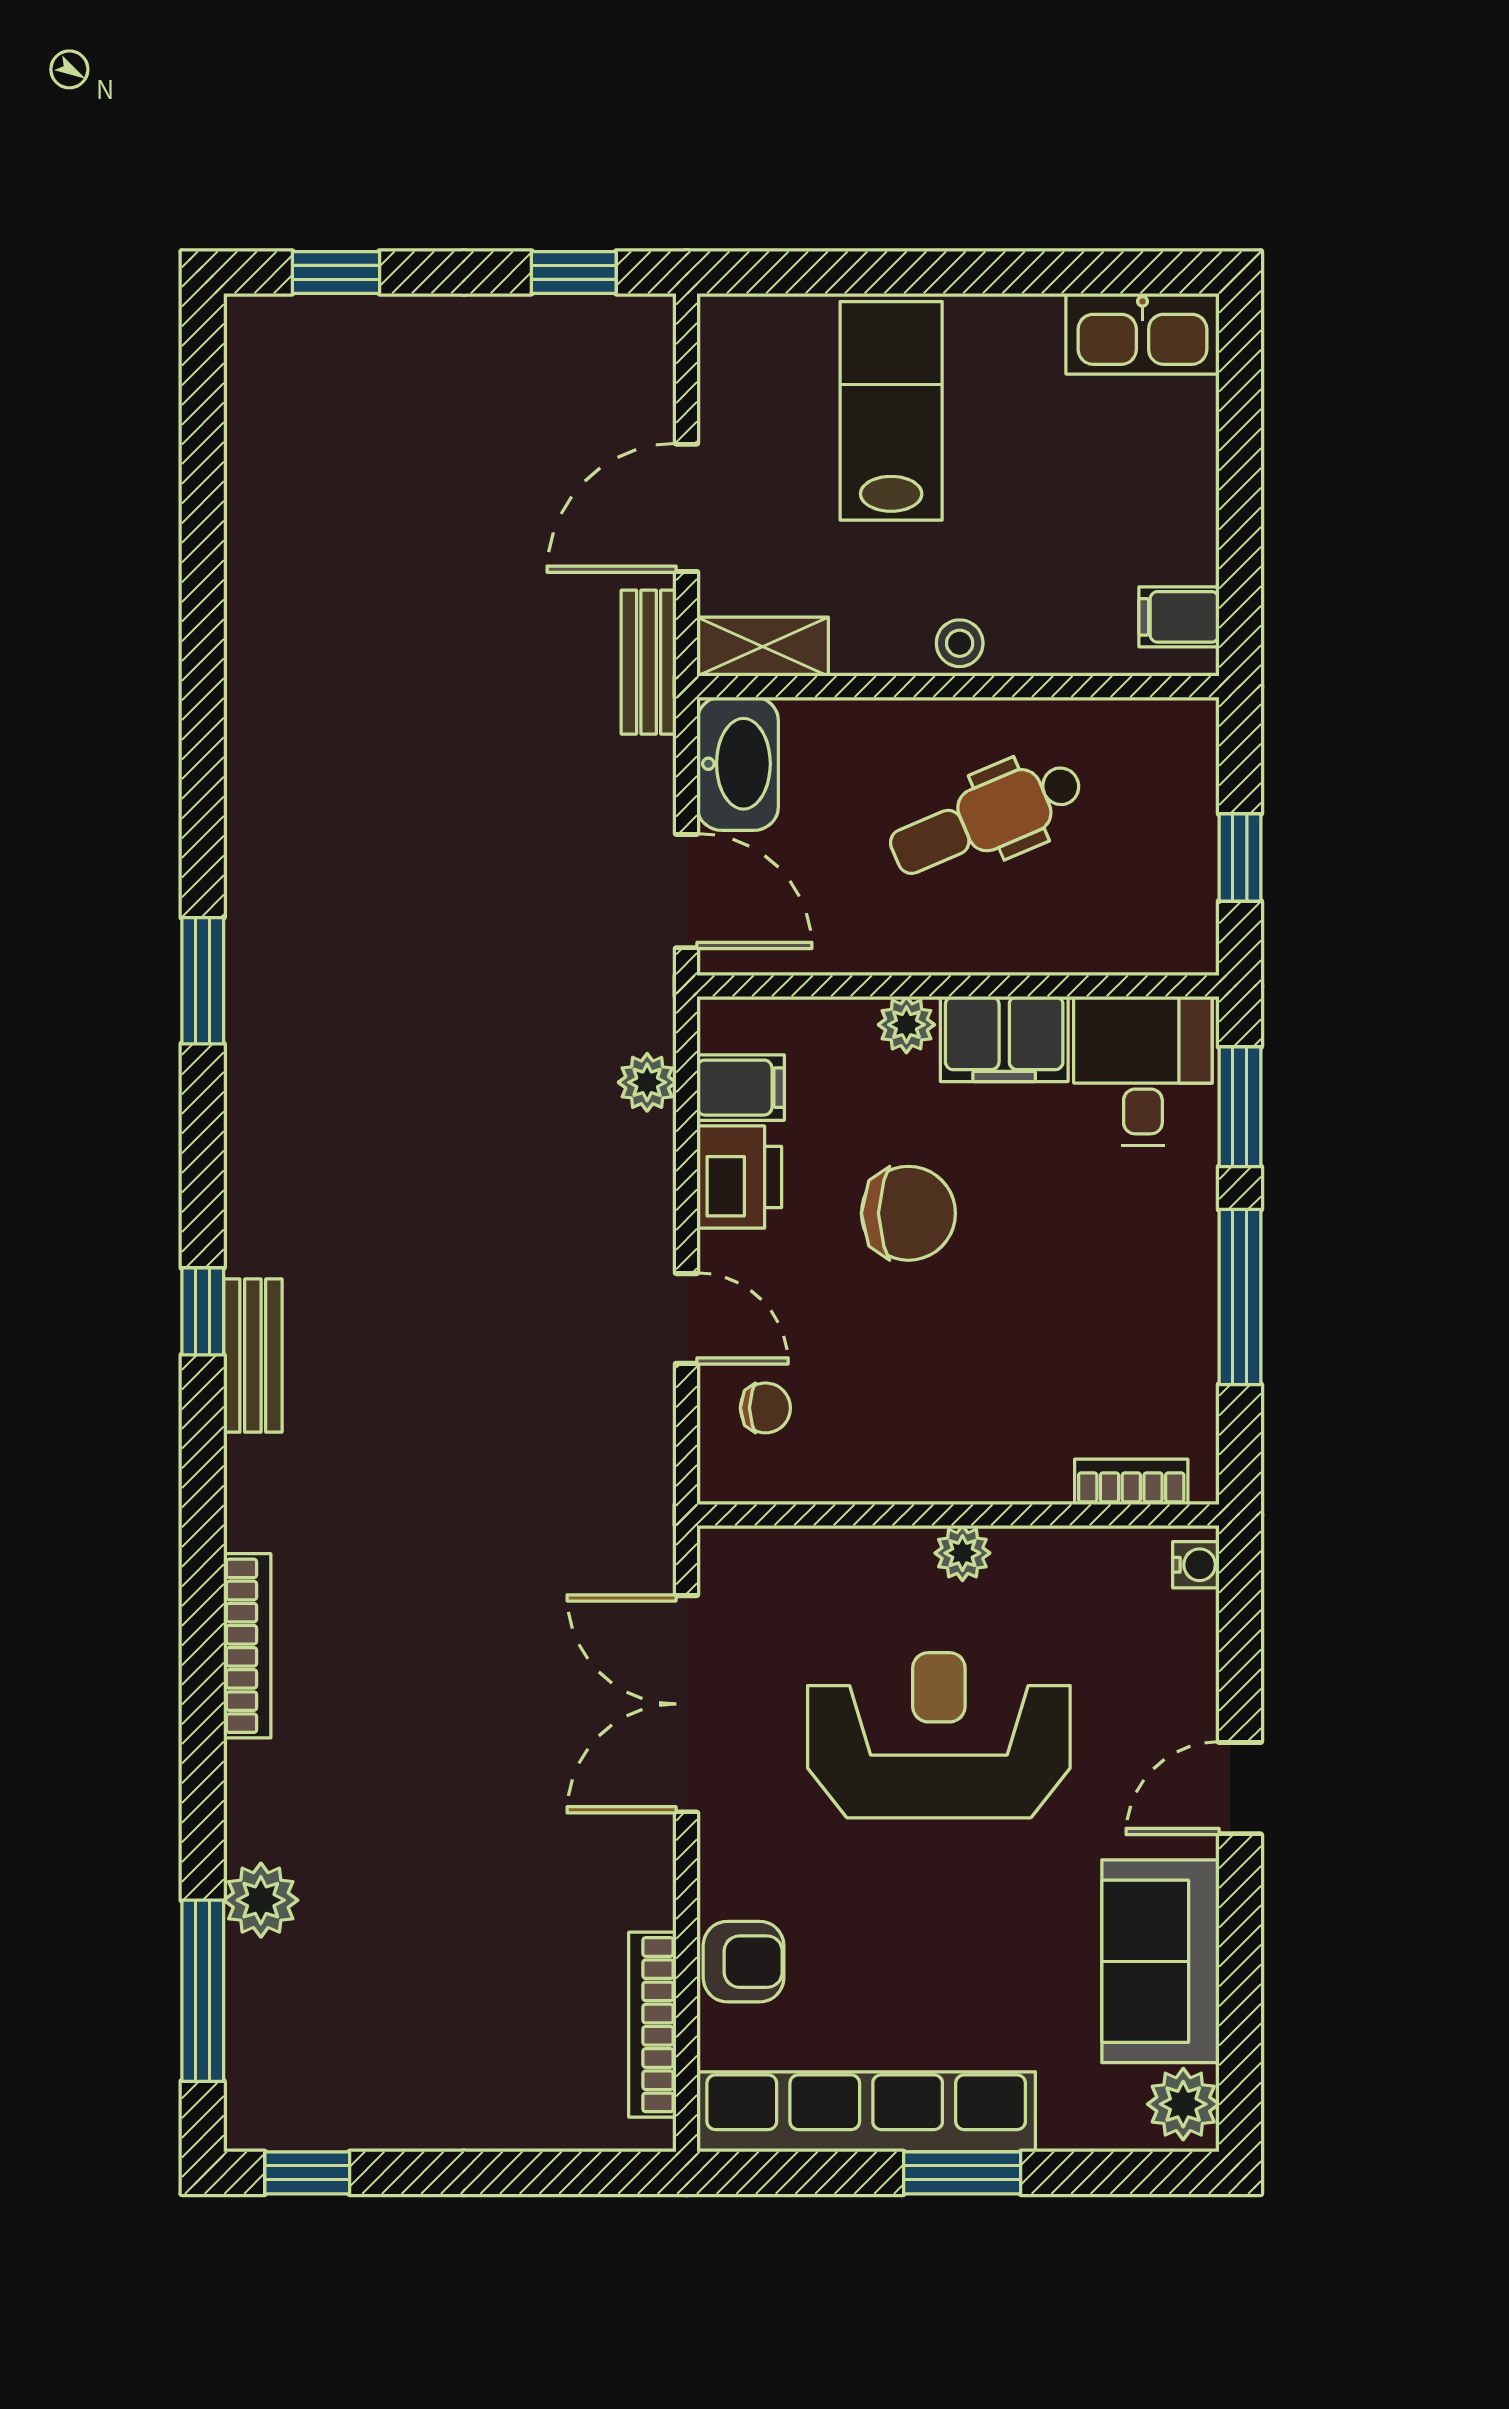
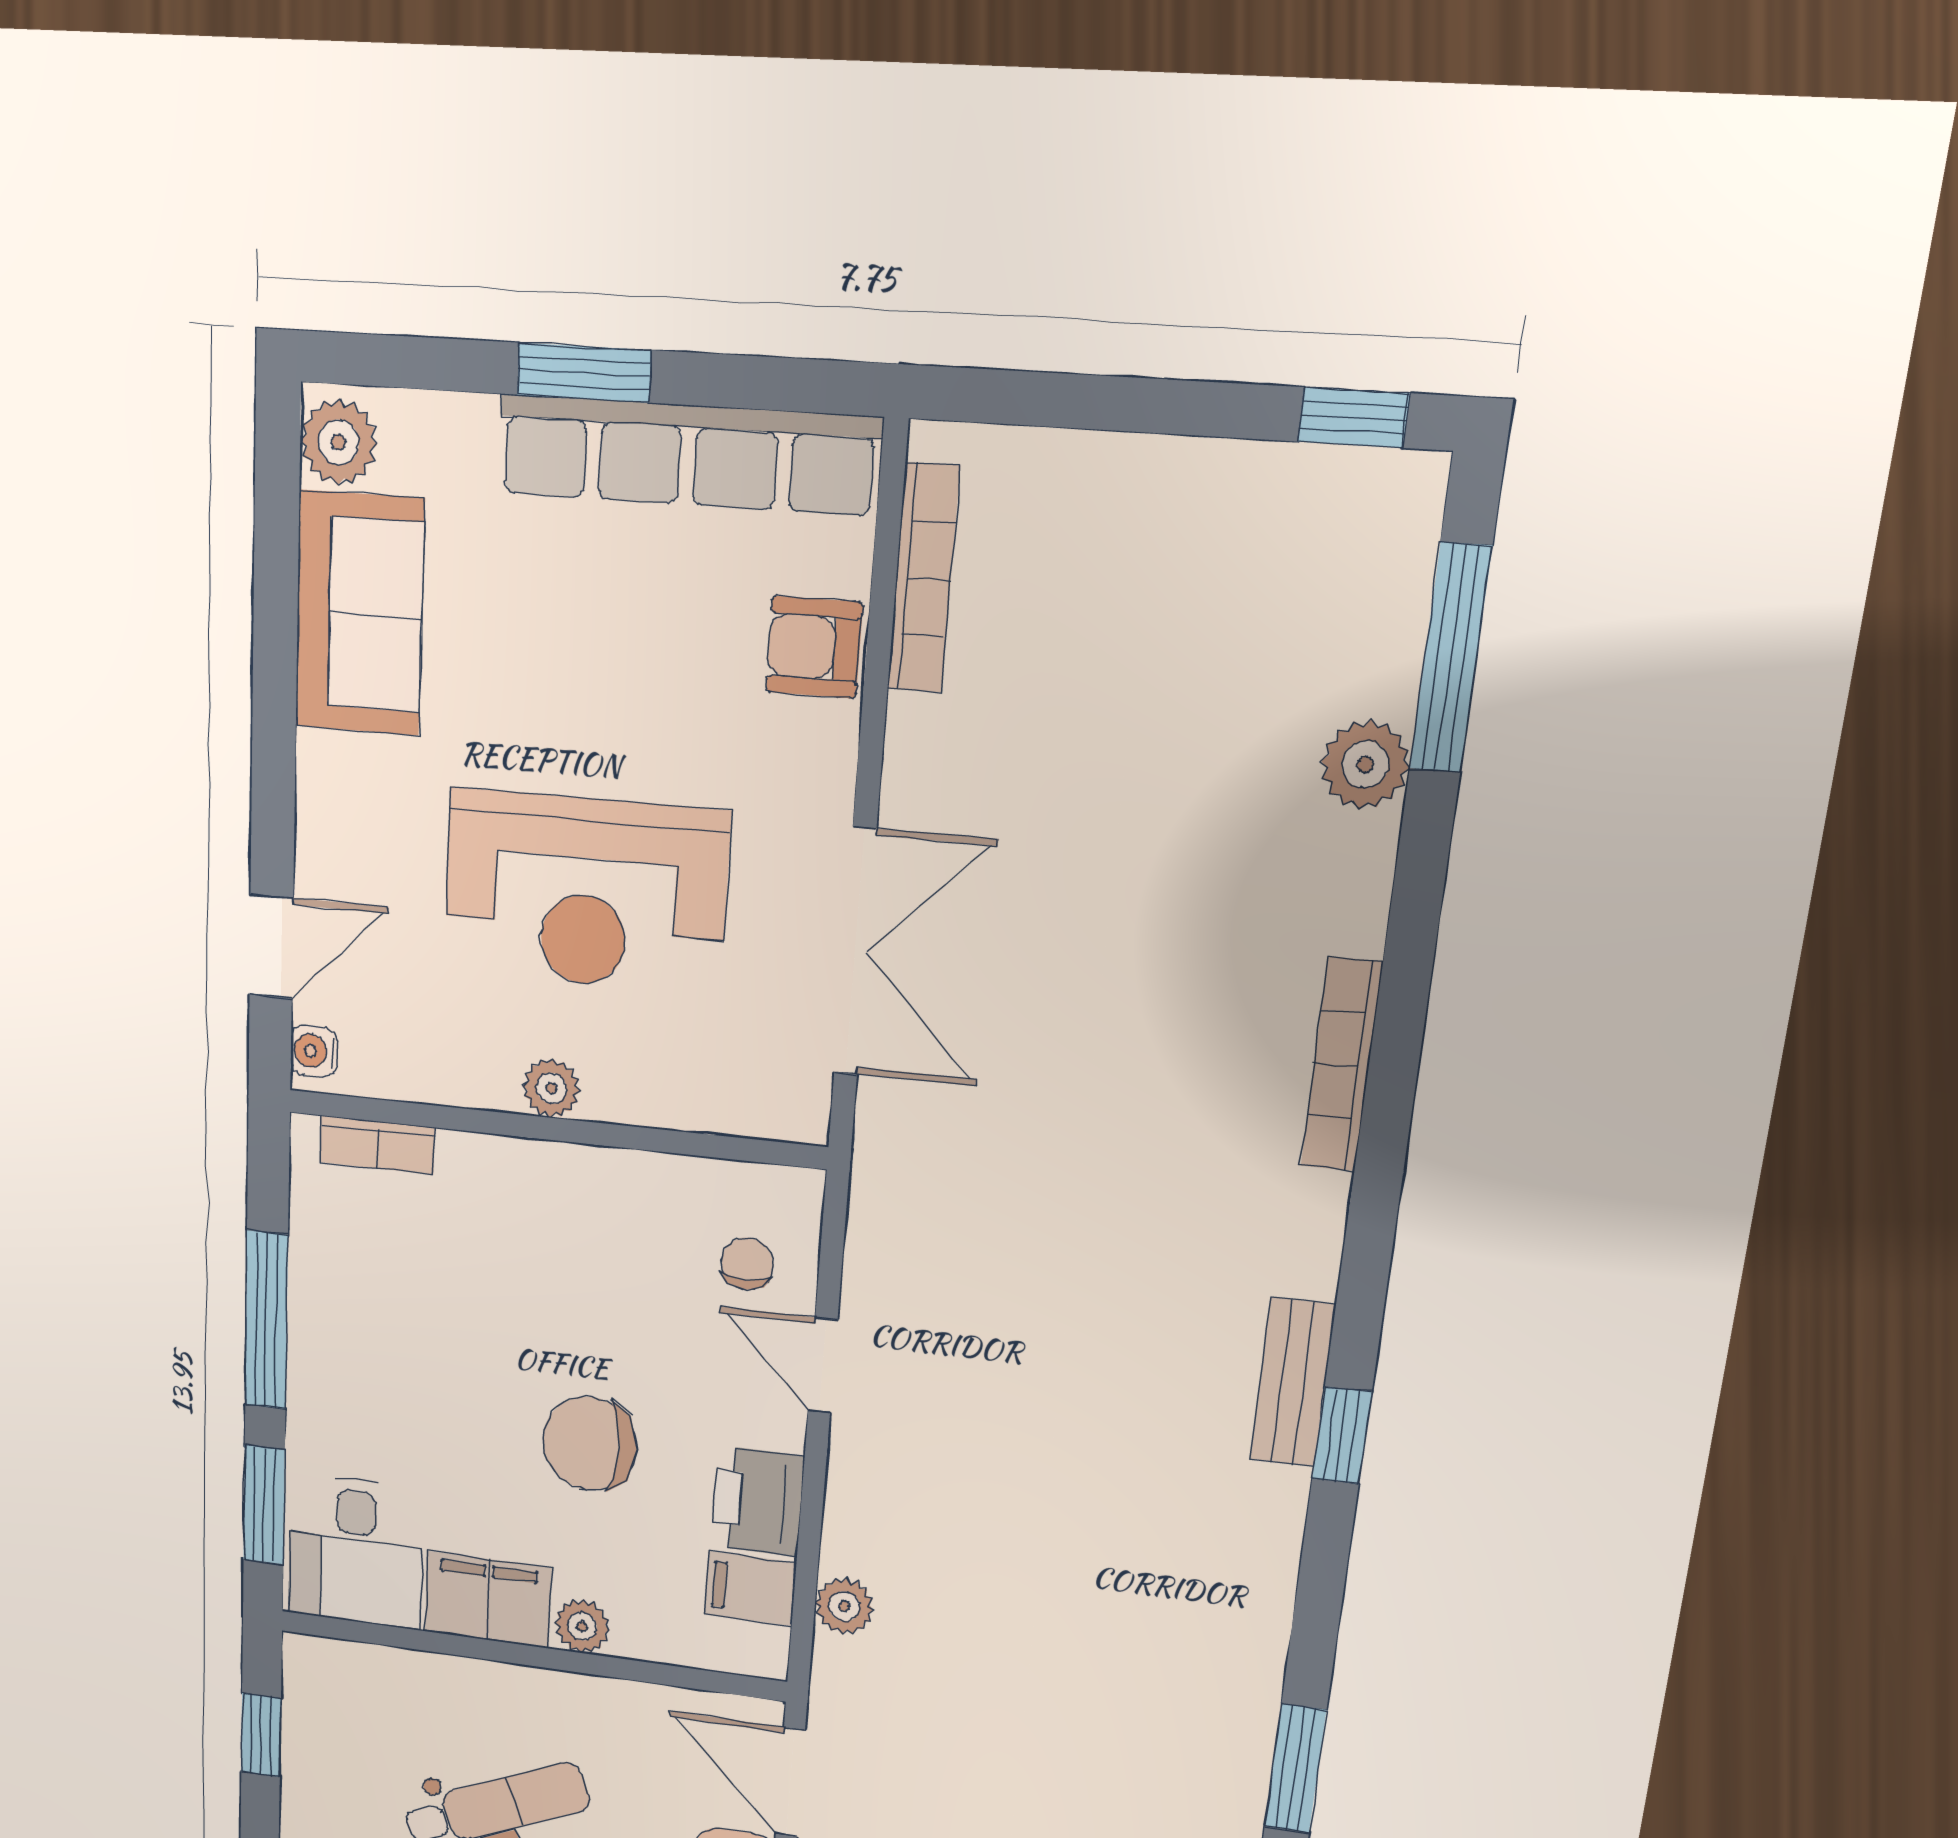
chair: (765, 1408) -> (747, 1264), turned 90
door: (1240, 1788) -> (271, 946), moved

